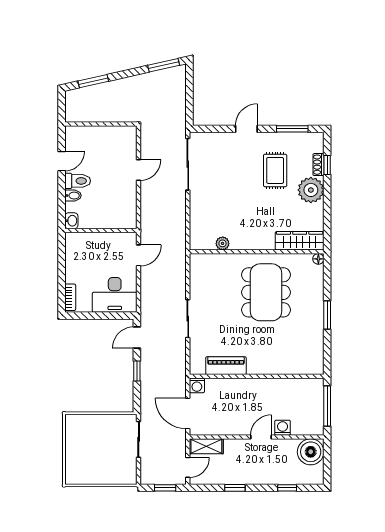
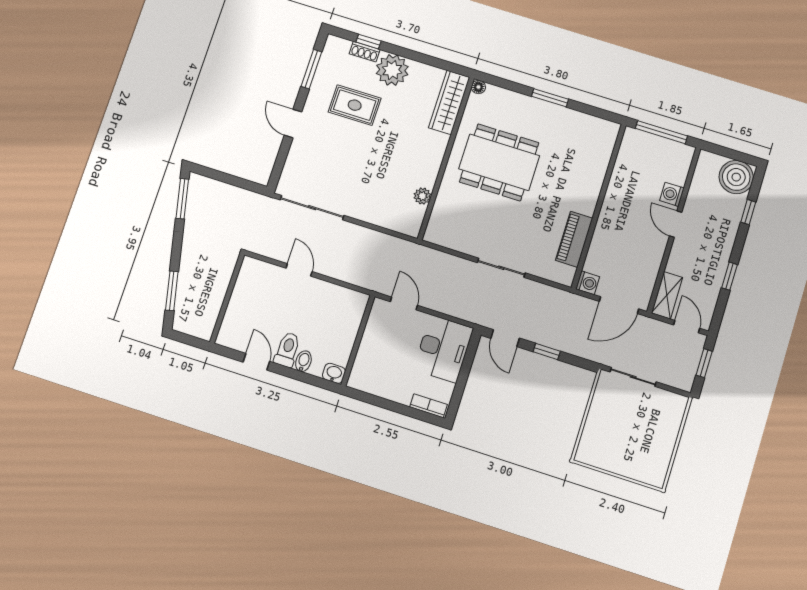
boiler: (311, 452) -> (736, 177), moved

